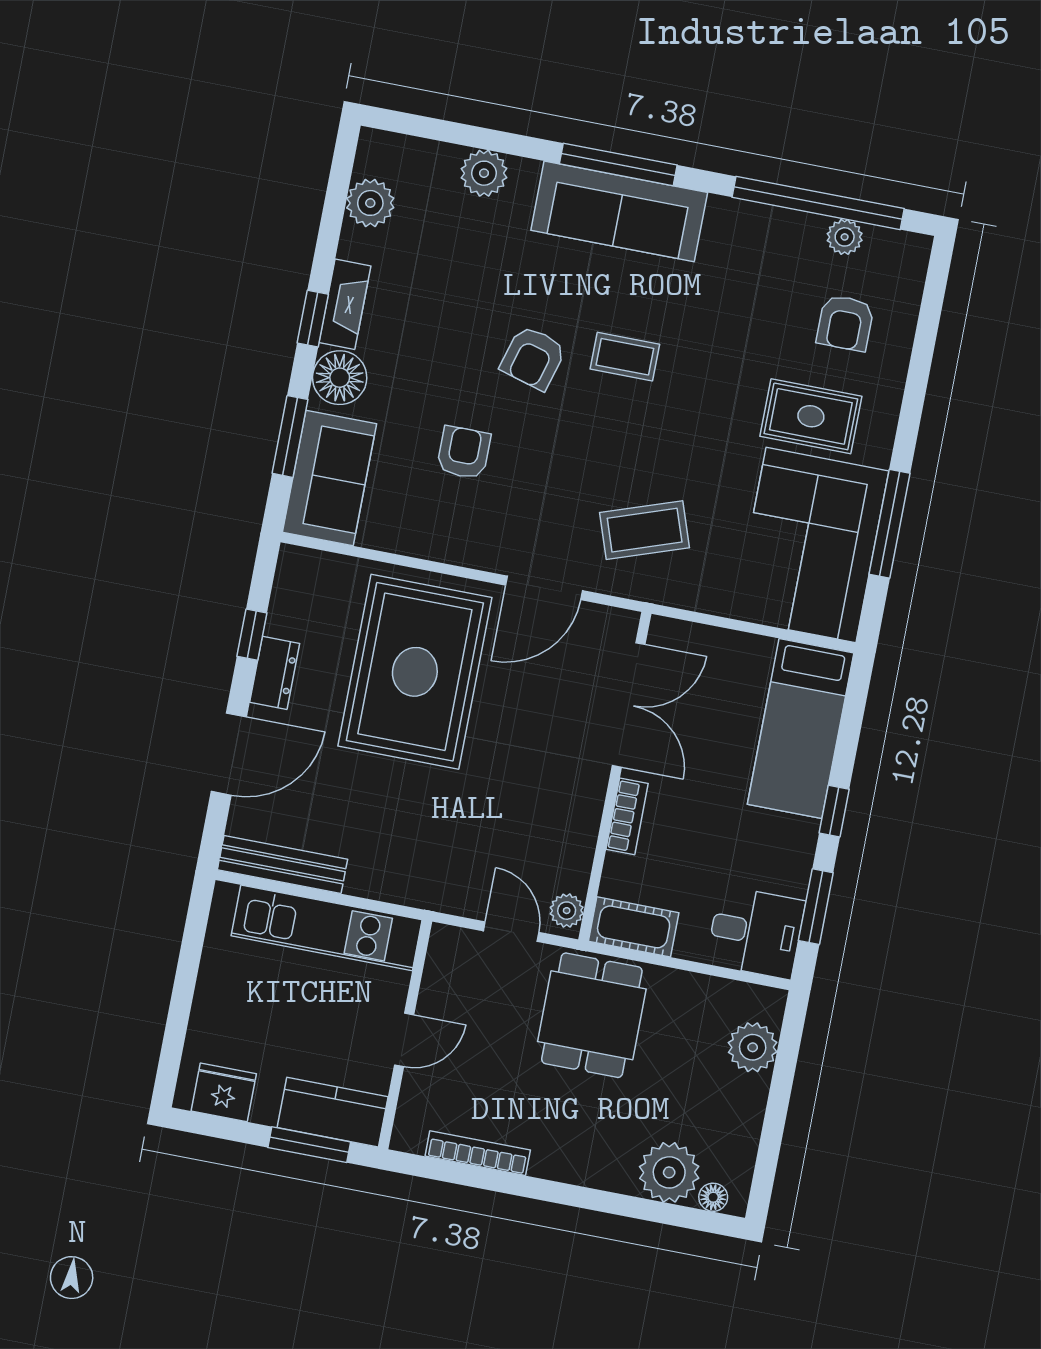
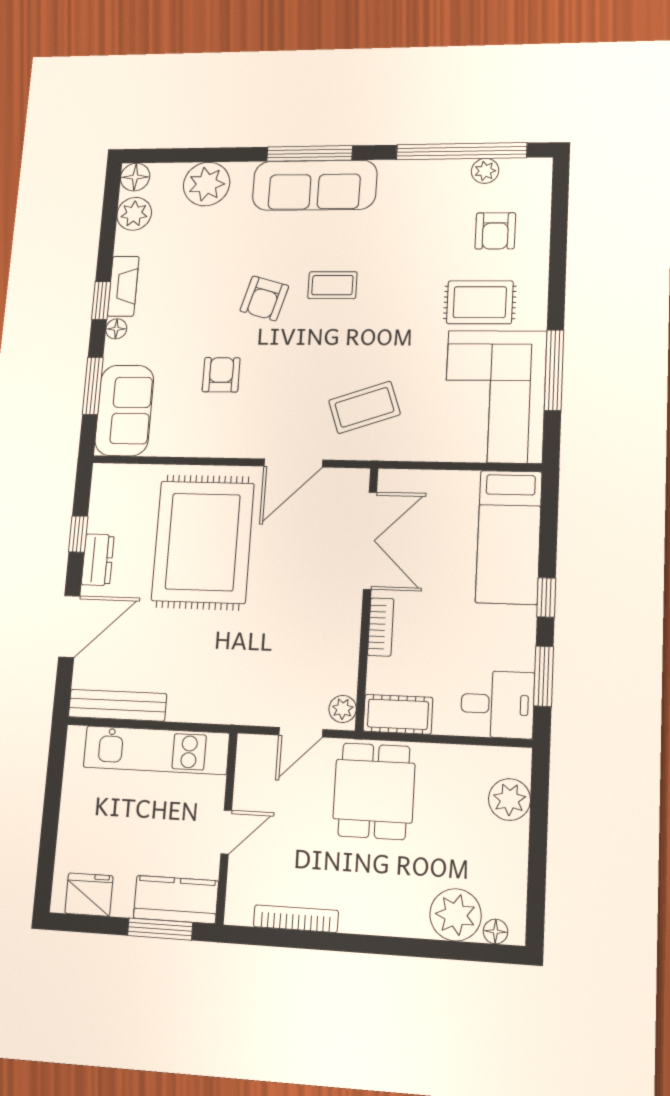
floor lamp: (377, 150) -> (135, 177), added
plant: (484, 173) -> (207, 184), width x1.36, depth x1.36
floor lamp: (340, 378) -> (116, 329), width x0.53, depth x0.53
door: (511, 932) -> (301, 732), swing flipped

